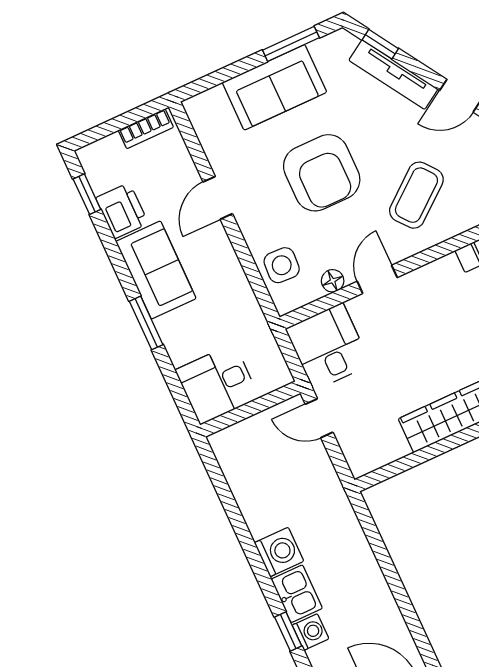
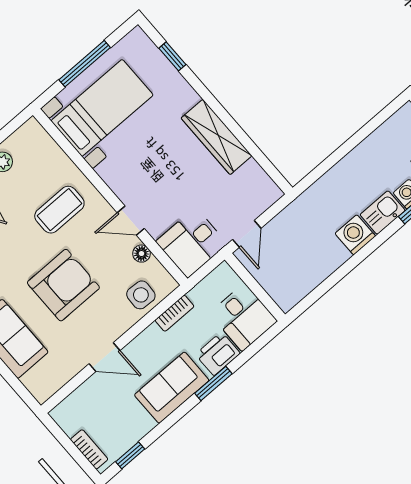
bookcase: (146, 129) -> (89, 449), moved
coffee table: (416, 195) -> (59, 210), turned -51
printer: (122, 211) -> (218, 354), moved
bookcase: (247, 300) -> (175, 313), added

